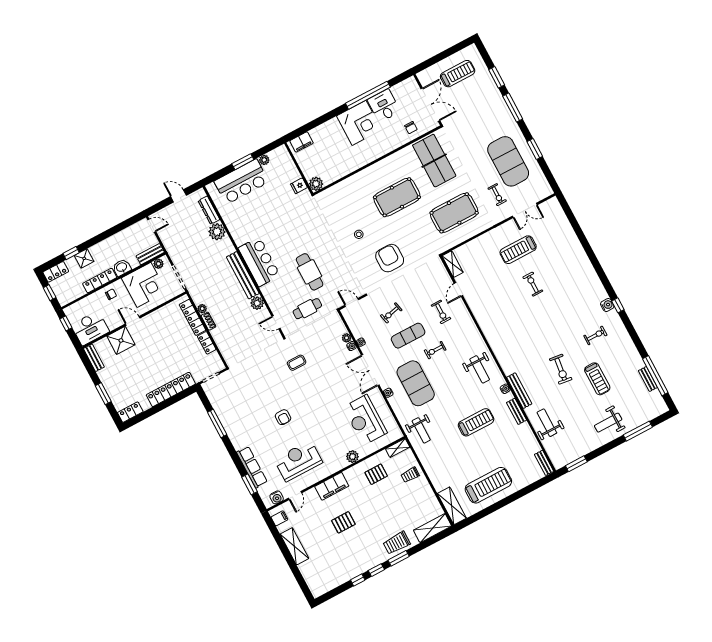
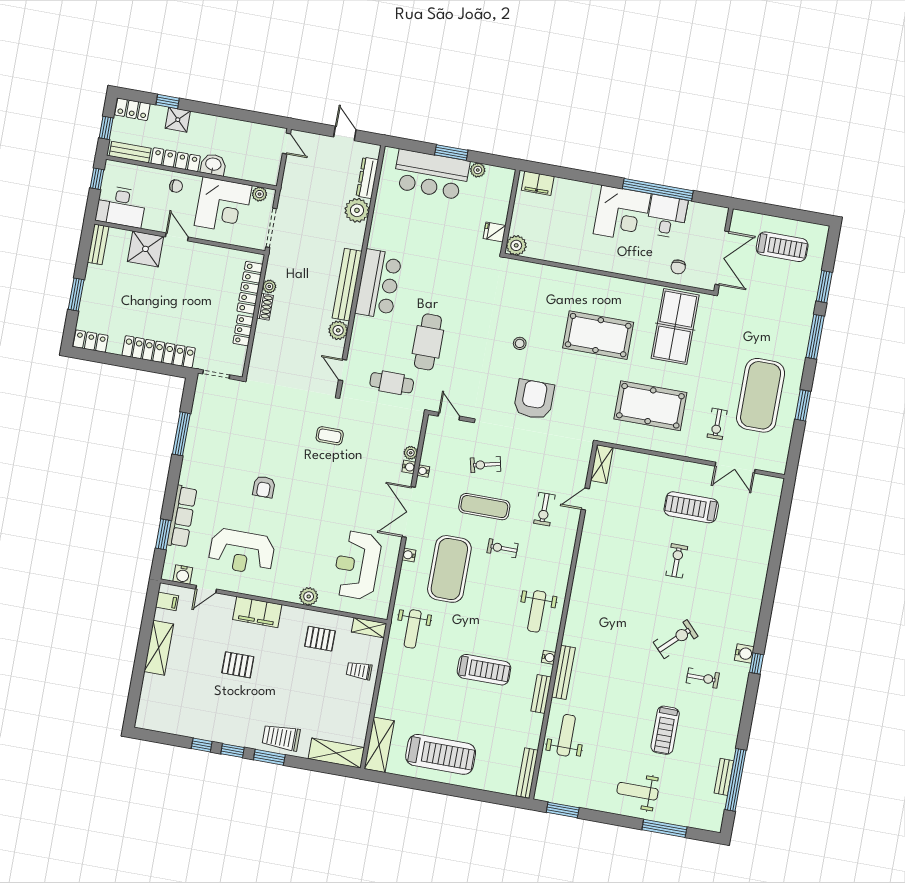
bench: (150, 254) -> (130, 152), moved
exercise bike: (561, 369) -> (676, 639), moved, turned -141
reception desk: (298, 461) -> (242, 552), turned 180
bench: (544, 463) -> (527, 773), width x1.36

